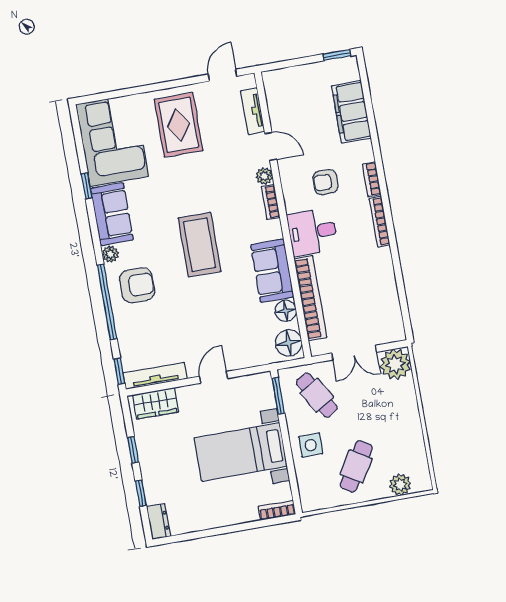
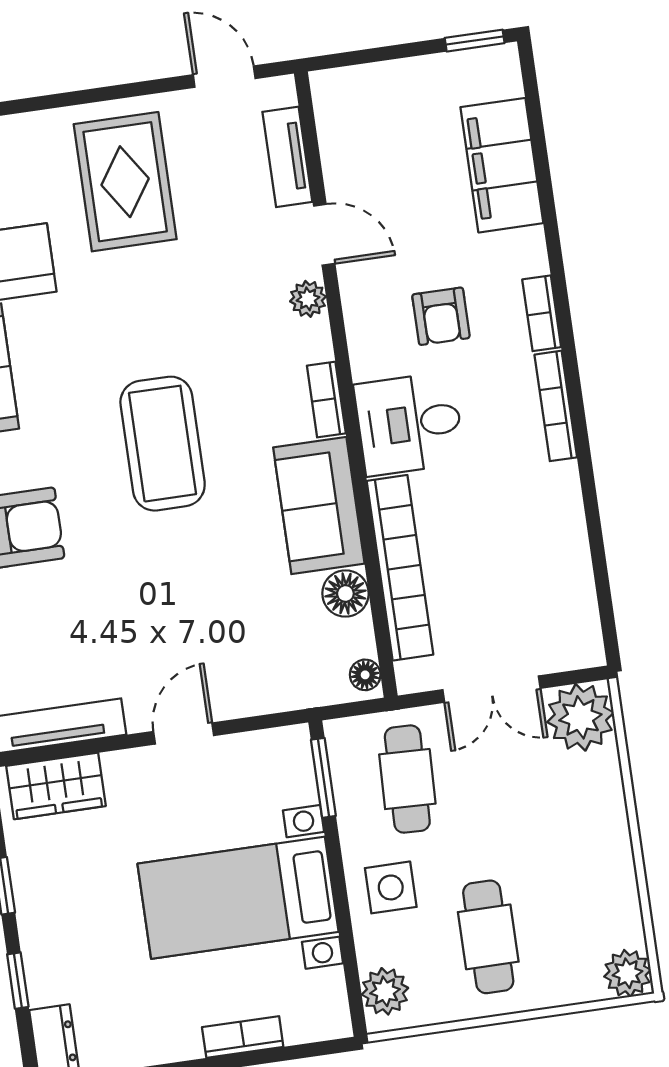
door: (223, 75) -> (224, 77), hinge flipped
armchair: (326, 182) -> (441, 316), turned -90
bookcase: (271, 202) -> (326, 399), moved
floor lamp: (289, 343) -> (365, 675), width x0.53, depth x0.53
cafe table: (317, 395) -> (407, 779), turned 33
cafe table: (356, 466) -> (488, 937), turned -31
plant: (400, 485) -> (627, 973), moved
plant: (310, 493) -> (385, 991), added
bookcase: (277, 510) -> (243, 1037), moved

